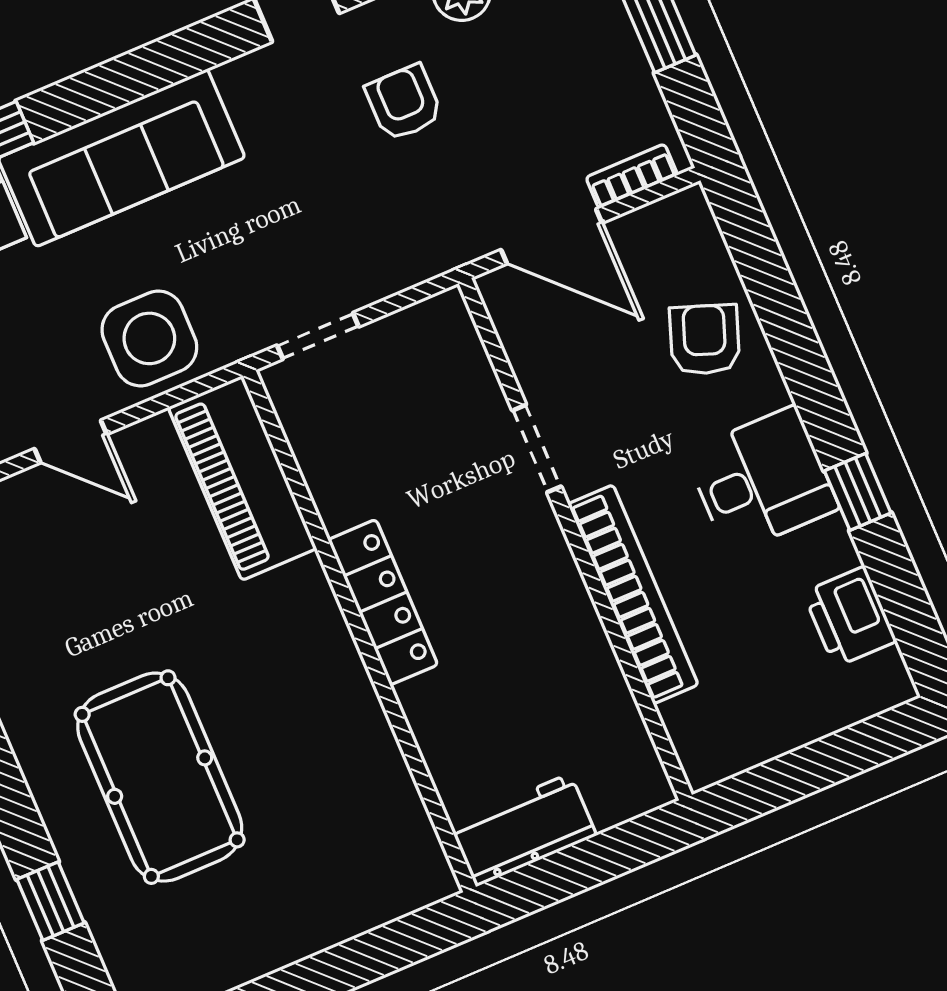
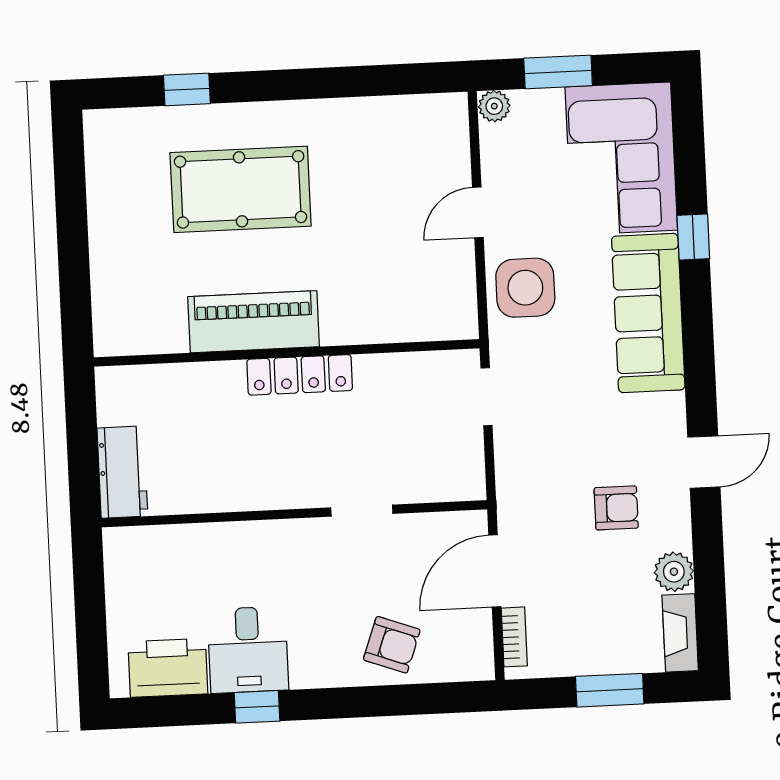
piano: (242, 478) -> (254, 322), moved
desk: (762, 480) -> (248, 650), moved
bookcase: (633, 594) -> (245, 538), removed
printer: (850, 617) -> (168, 668), width x1.37, depth x1.19
workbench: (523, 830) -> (122, 472), moved

